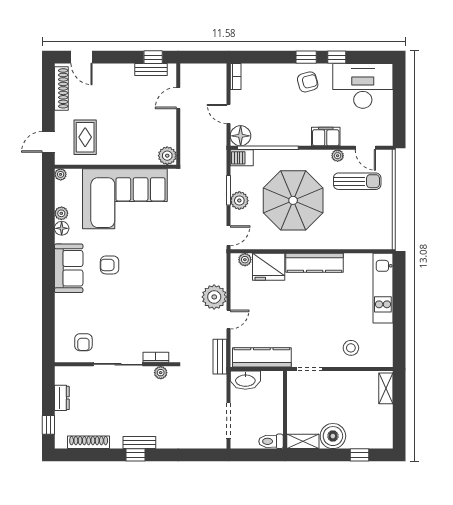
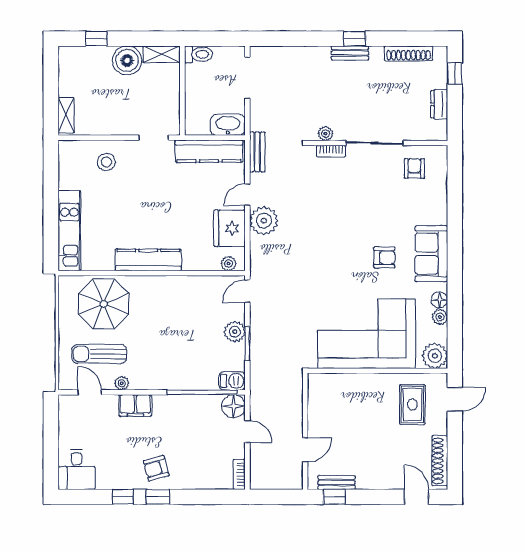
desk: (363, 86) -> (77, 470), width x0.53, depth x0.77
plant: (167, 156) -> (318, 383), removed
plant: (61, 174) -> (435, 356), width x1.88, depth x1.88
parasol: (293, 200) -> (104, 304), moved, width x0.73, depth x0.73
fridge: (269, 267) -> (230, 228), moved, turned -90

